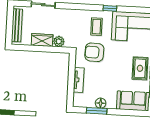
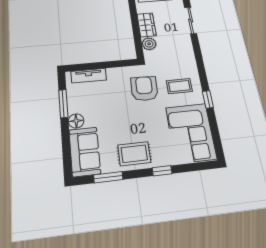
tv unit: (79, 80) -> (89, 76), moved
floor lamp: (101, 103) -> (76, 121), moved

